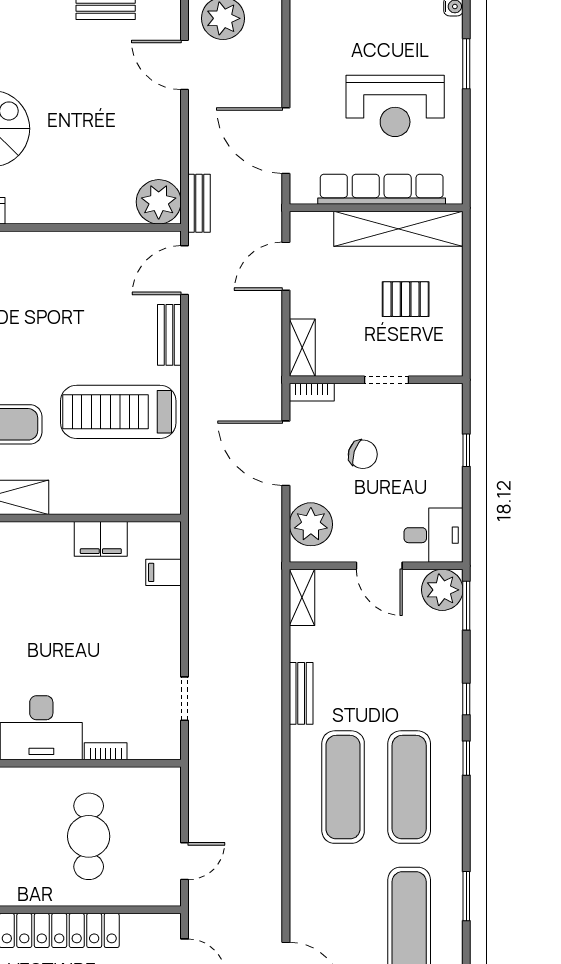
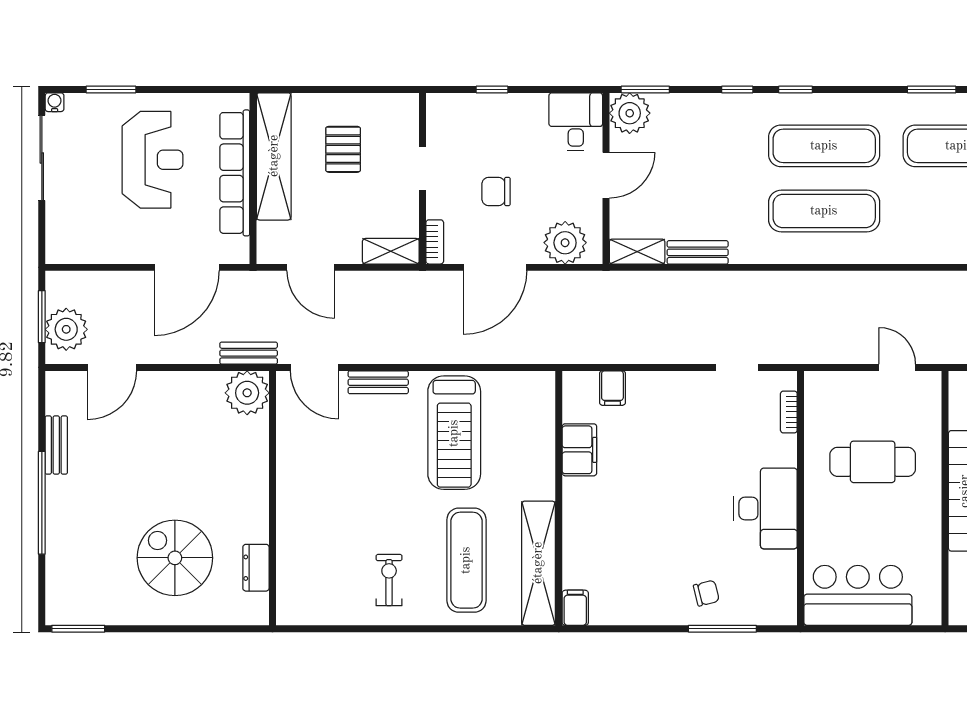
chair: (363, 454) -> (496, 191), turned -108
bench: (301, 693) -> (698, 252), moved
bookcase: (106, 751) -> (789, 412), moved

